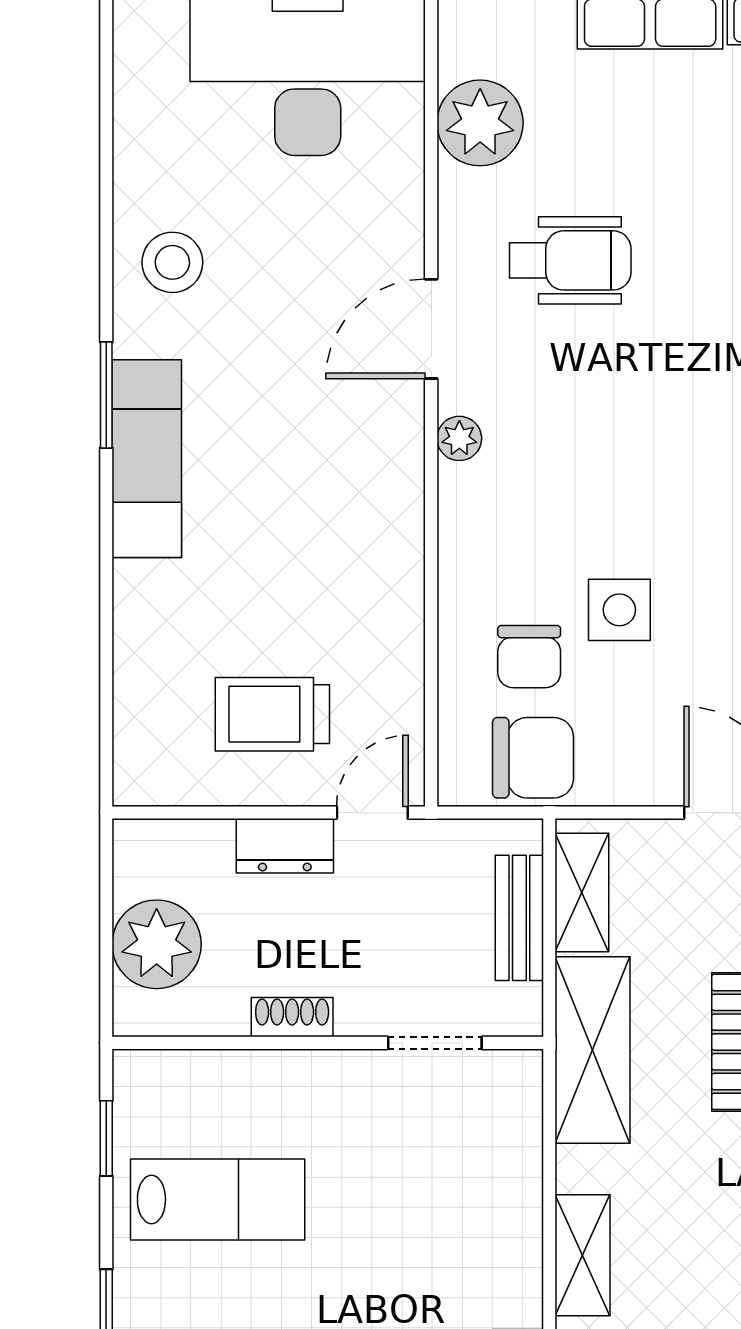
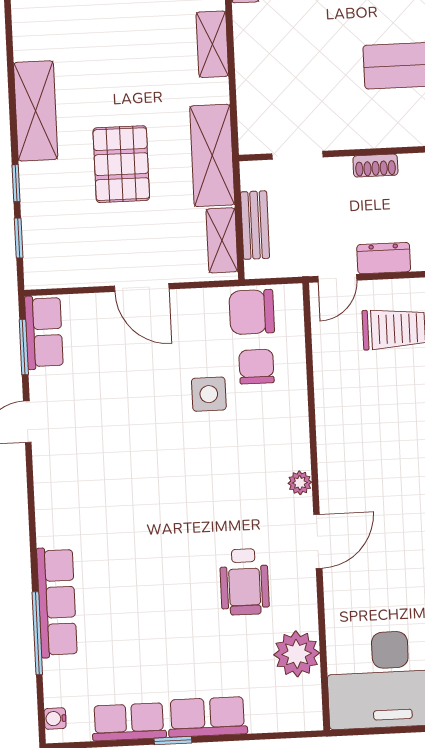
wheelchair: (570, 260) -> (244, 582), turned -90

